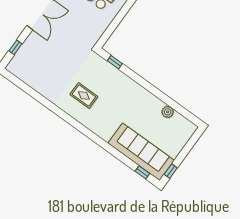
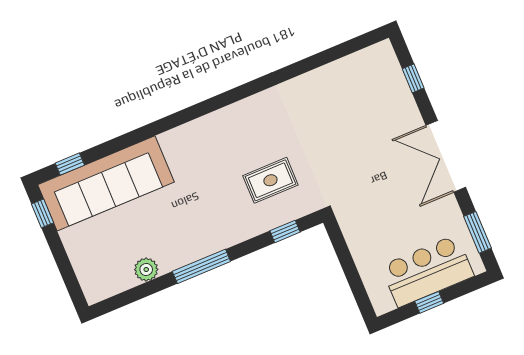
window: (152, 89) -> (201, 266), added
rug: (84, 96) -> (270, 180), moved

